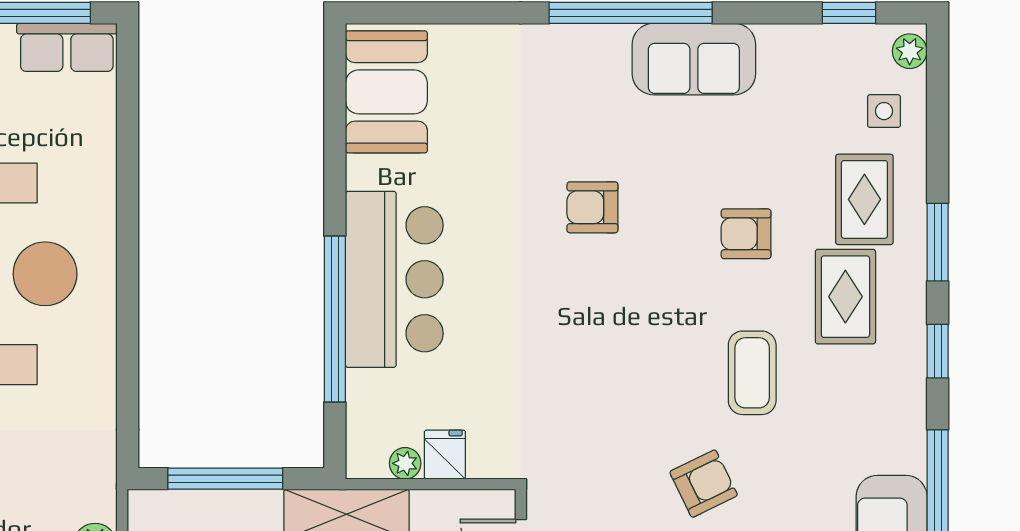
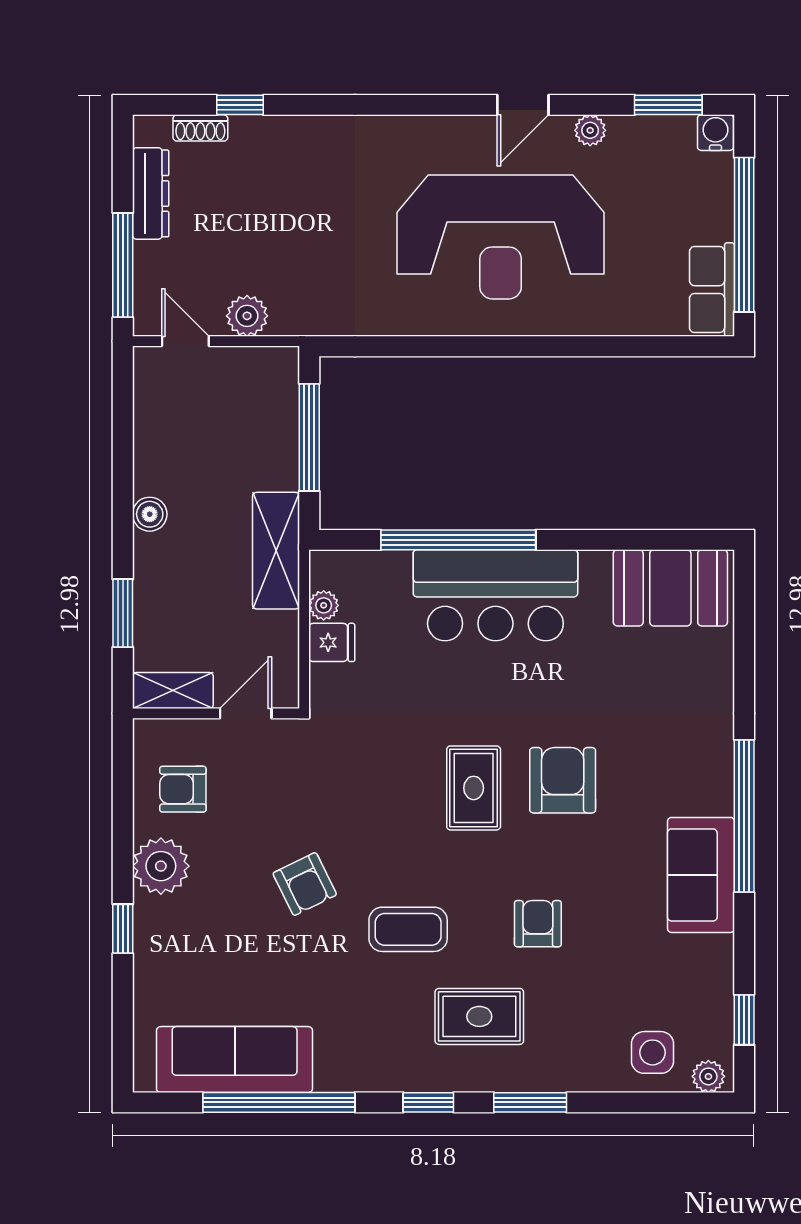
side table: (884, 111) -> (652, 1052), width x1.37, depth x1.37
rug: (864, 199) -> (474, 788), moved, turned 90
armchair: (592, 207) -> (563, 780), width x1.38, depth x1.38

